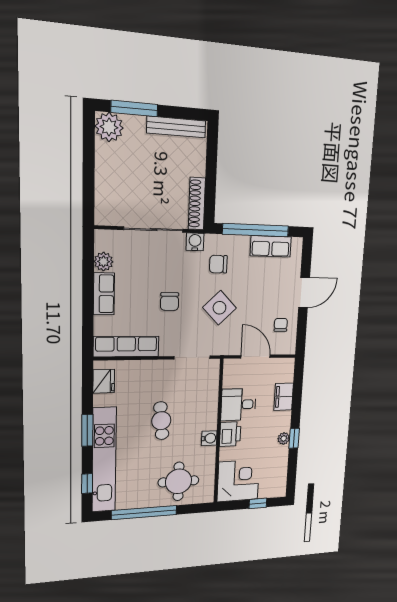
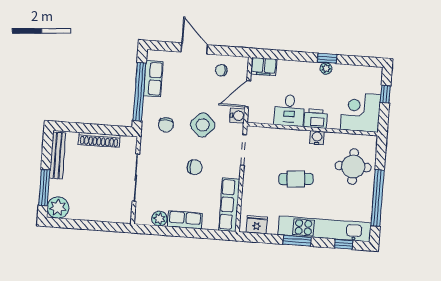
shoe rack: (197, 204) -> (99, 140), moved
water cooler: (195, 242) -> (237, 116), moved, turned 180
filing cabinet: (284, 397) -> (264, 66), moved

